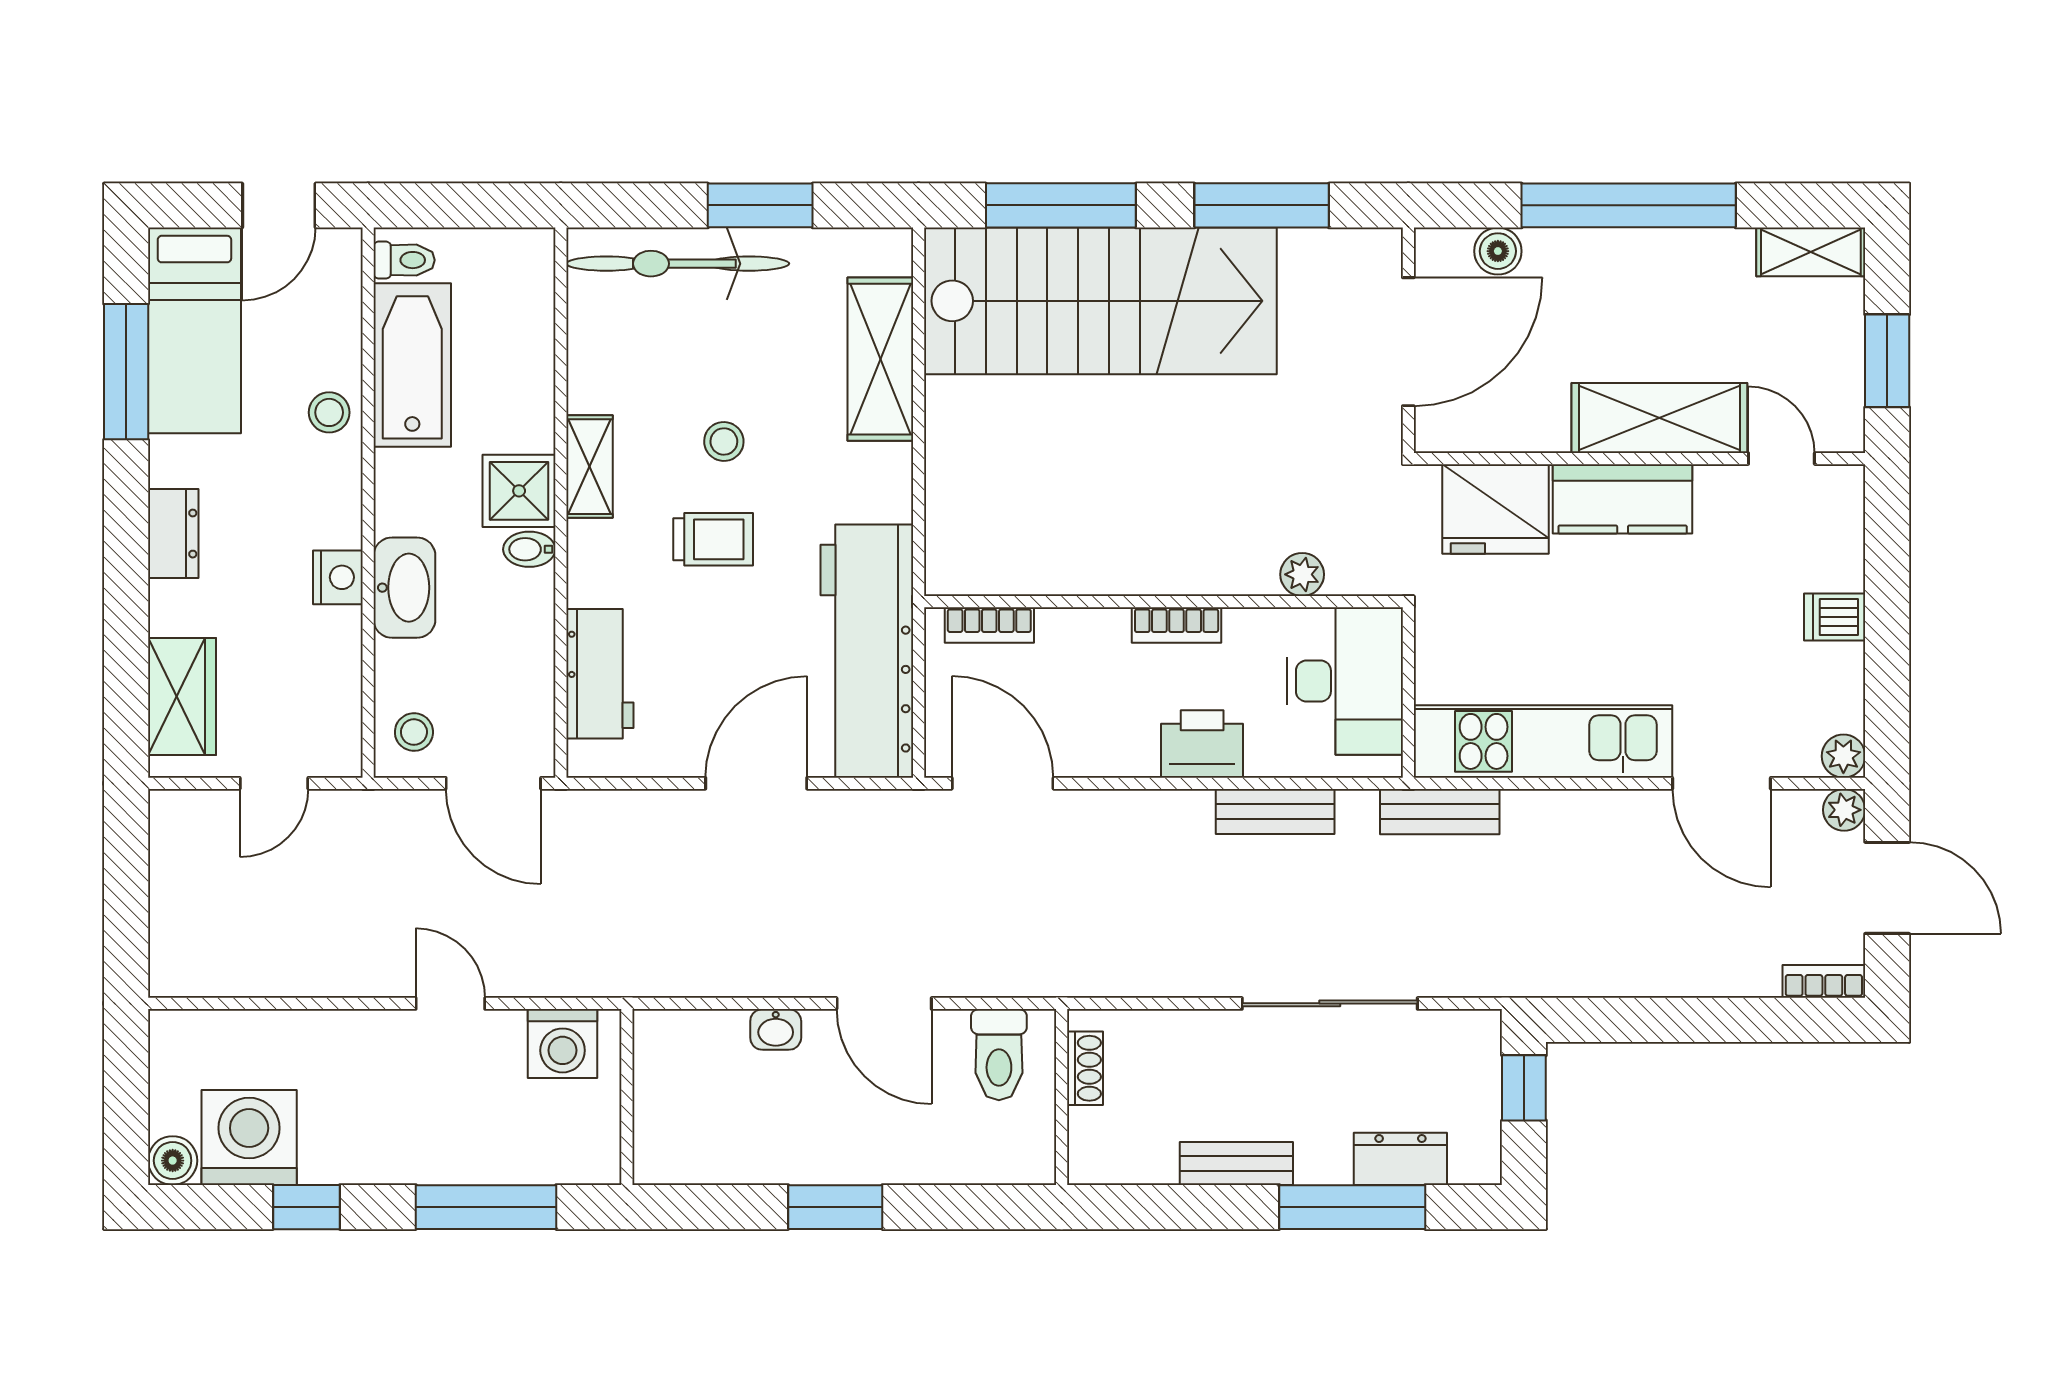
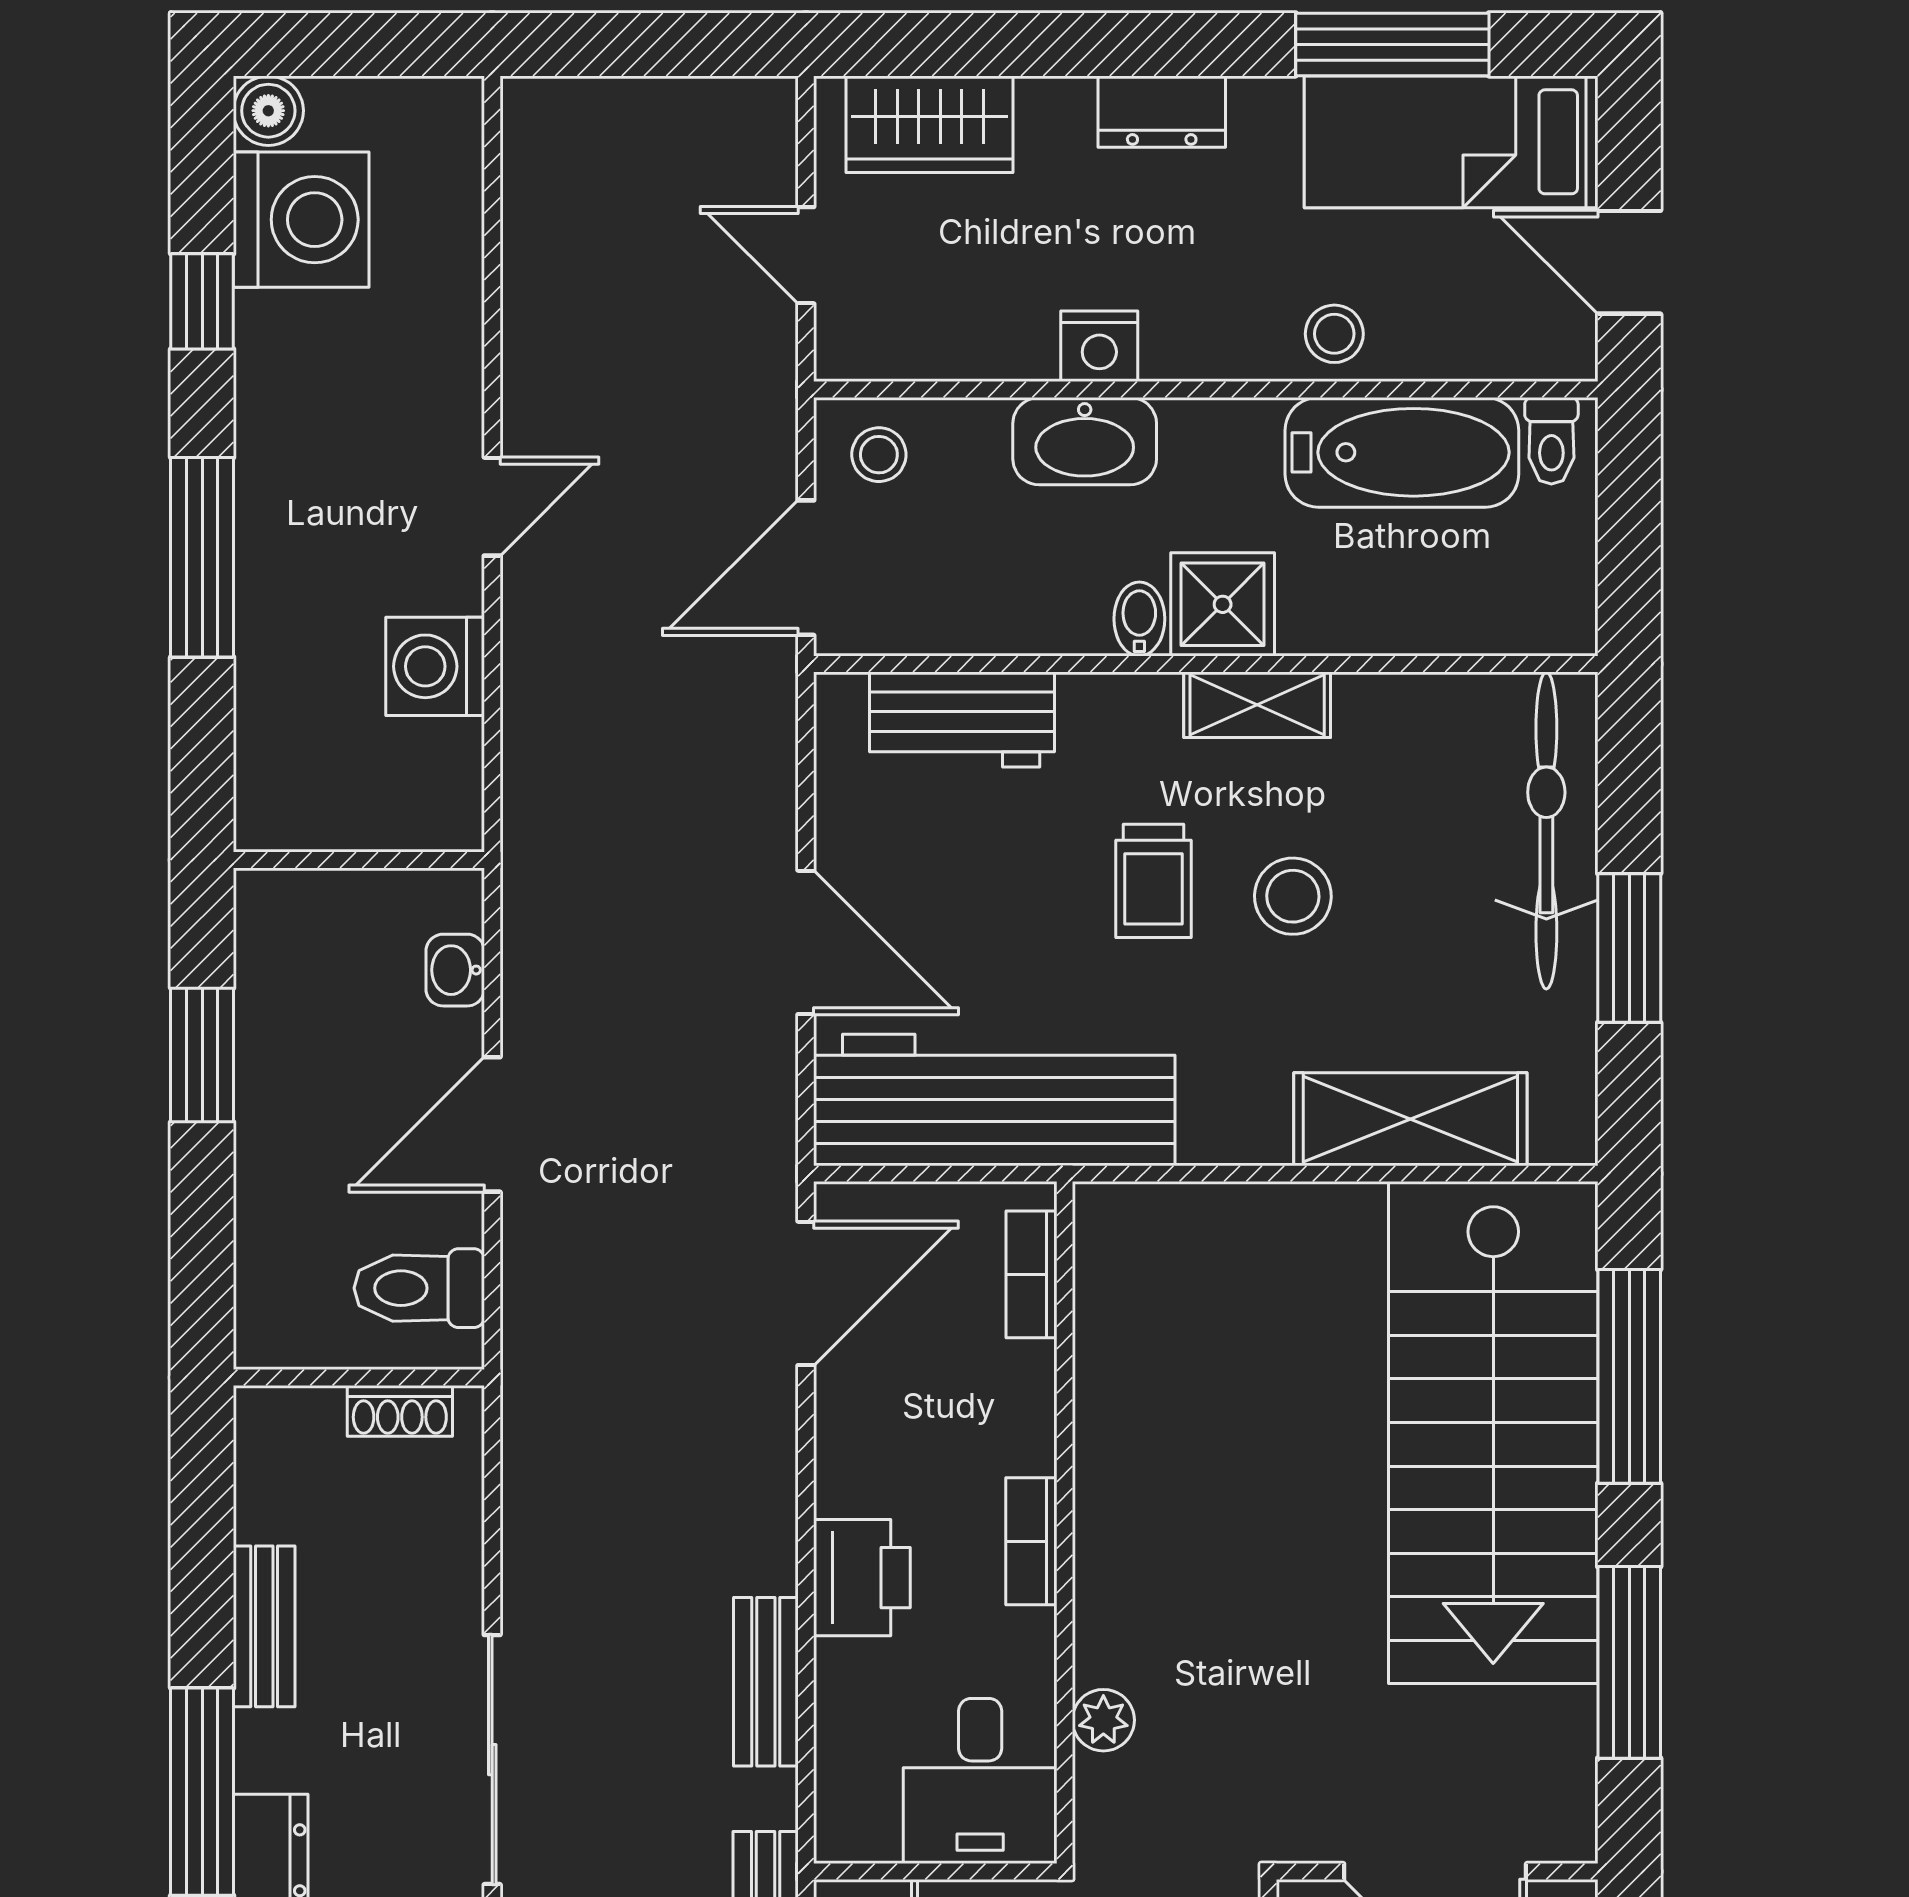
stool: (724, 441) -> (1293, 896), width x1.37, depth x1.37
desk: (1345, 681) -> (980, 1781), width x0.73
wall: (627, 1097) -> (359, 860), moved

